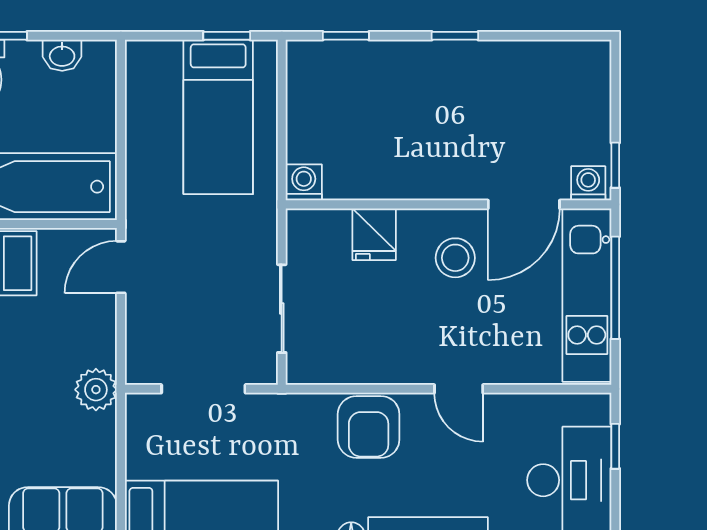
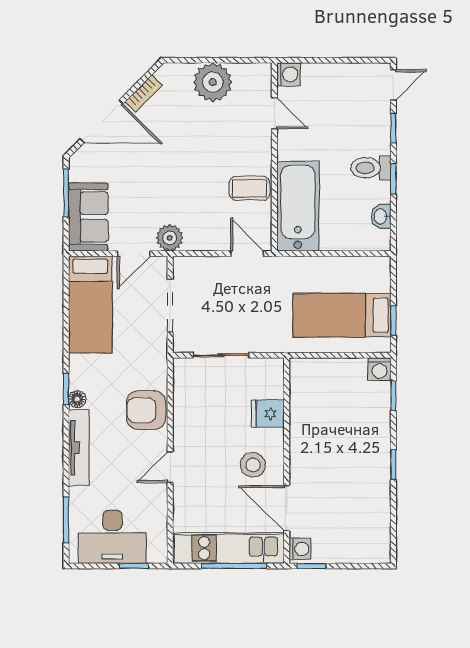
washing machine: (304, 182) -> (379, 369), moved, turned 90
door: (121, 447) -> (134, 254), added

